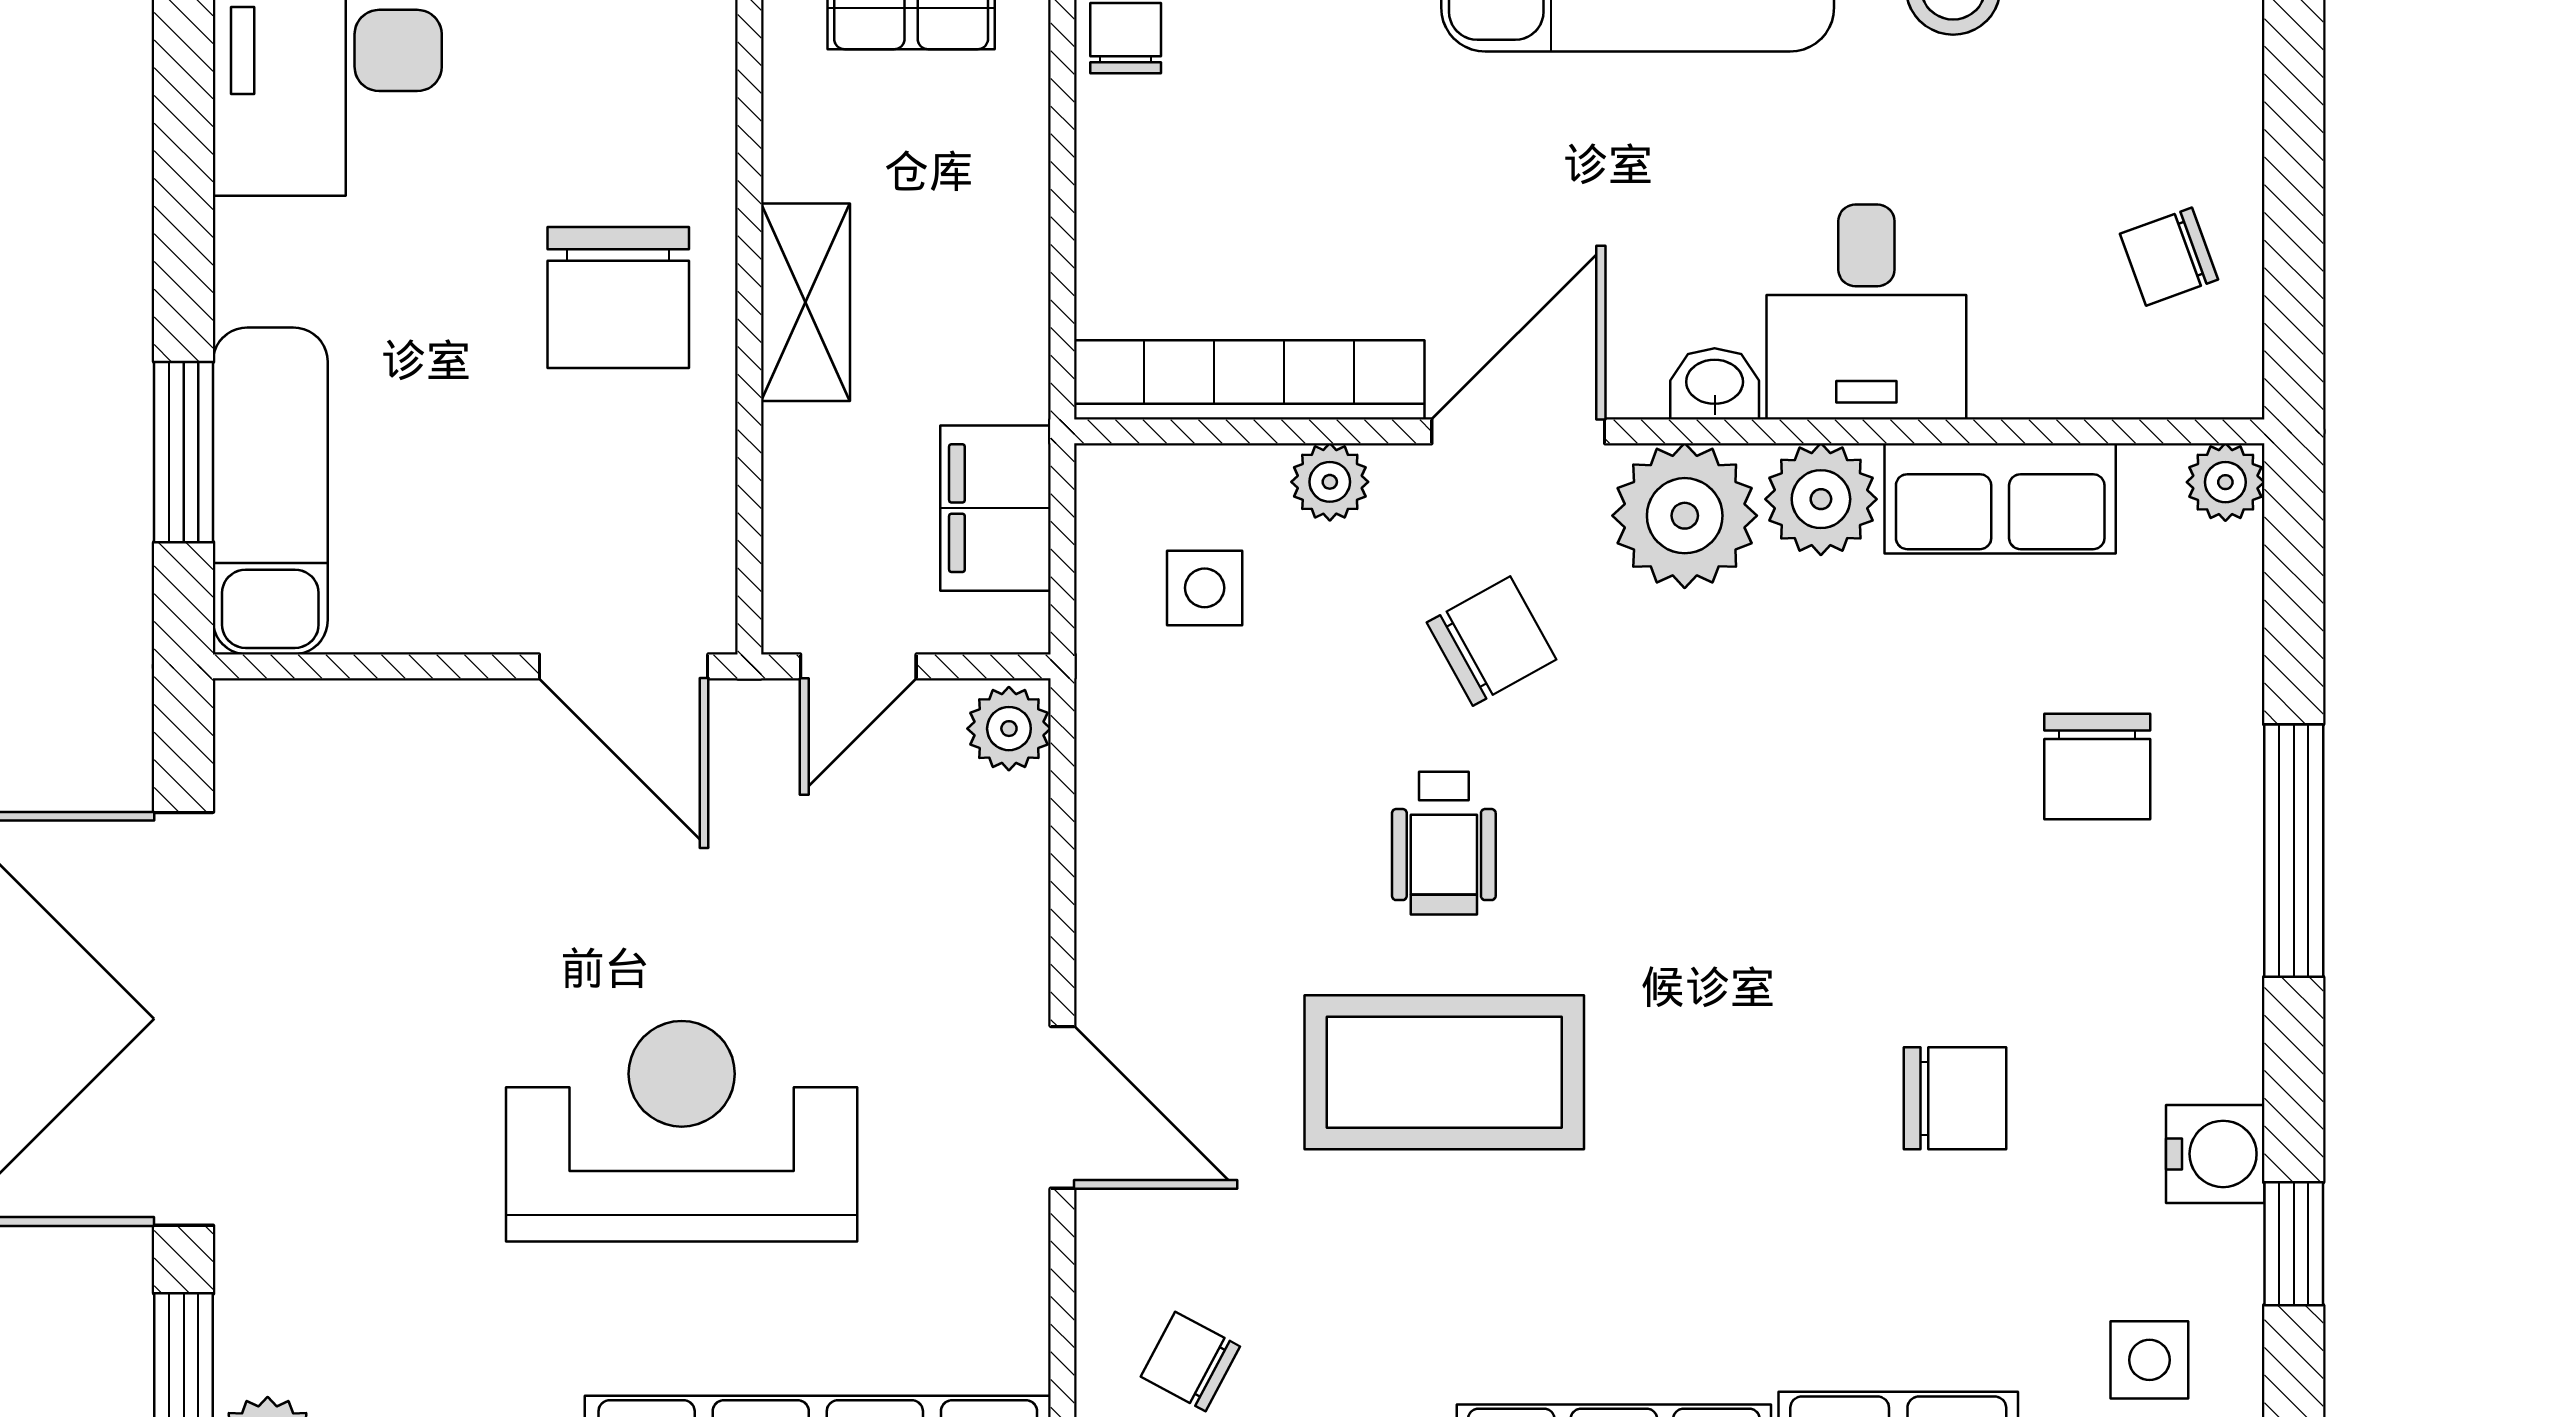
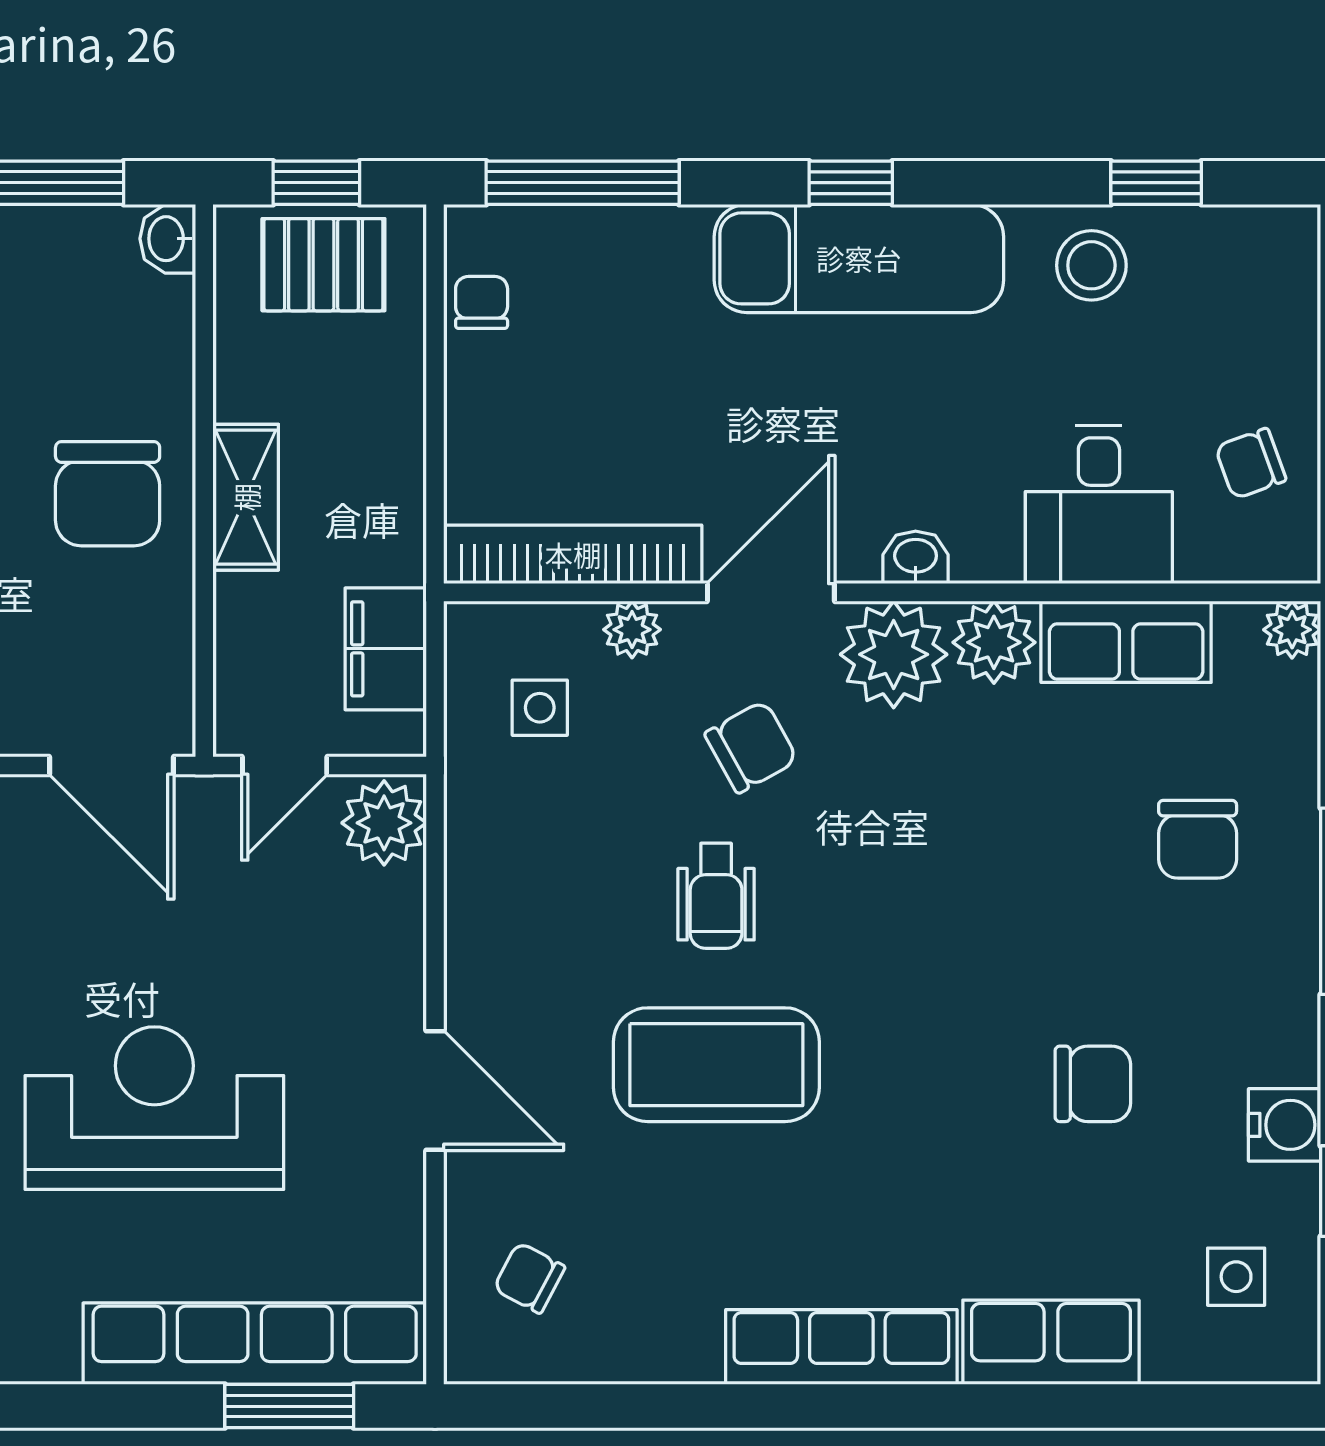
desk: (1866, 312) -> (1099, 504), moved
plant: (1009, 729) -> (384, 823), width x1.38, depth x1.38

